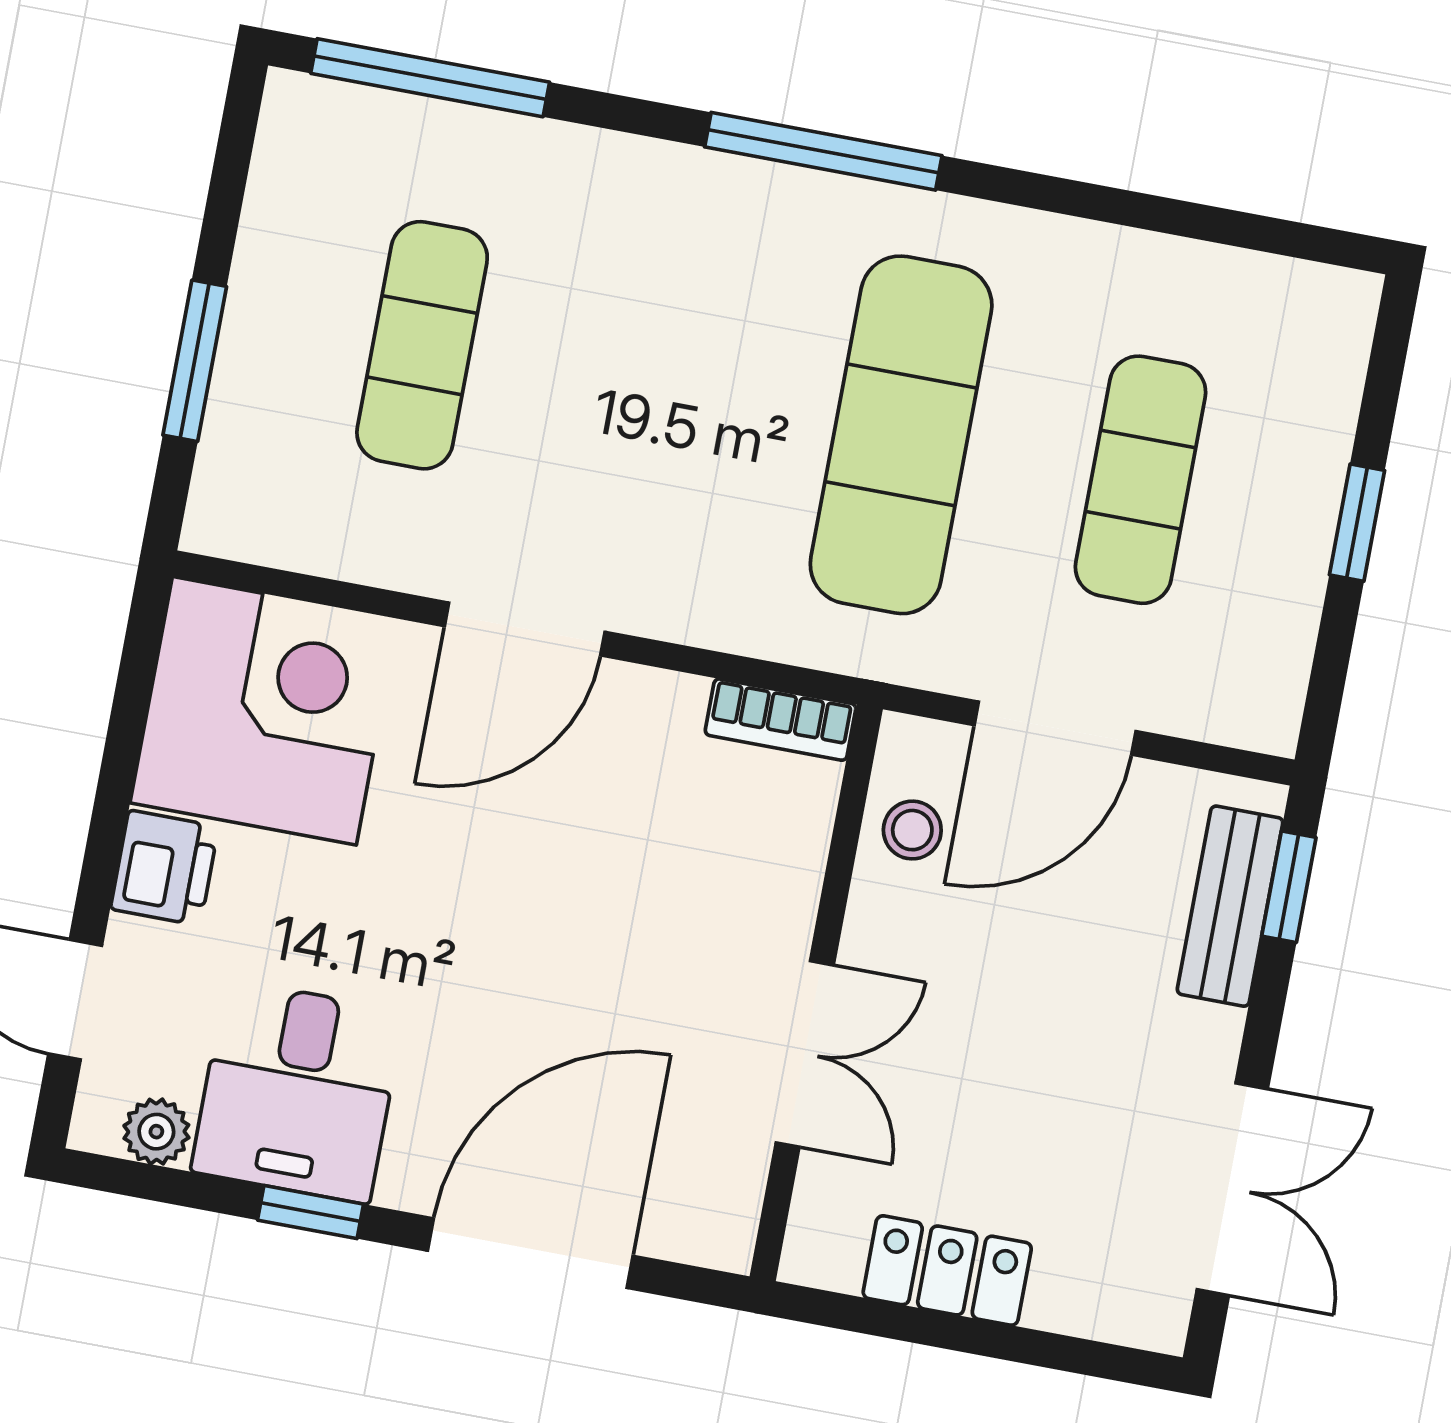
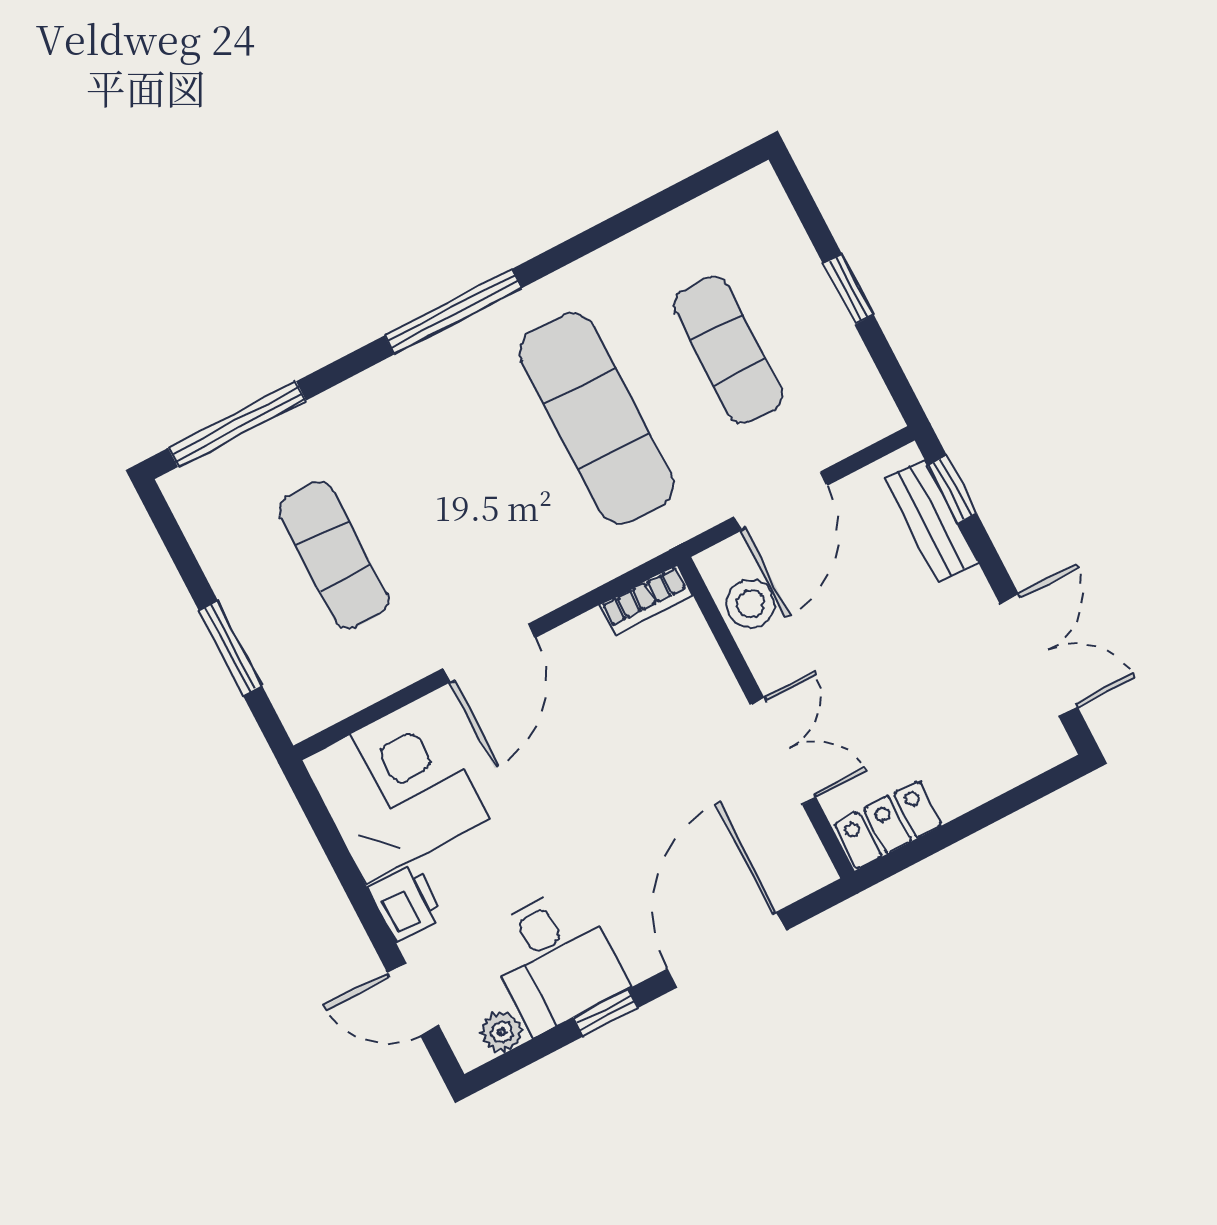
stool: (912, 830) -> (751, 604), width x1.37, depth x1.37
locker: (947, 1270) -> (888, 825), moved

